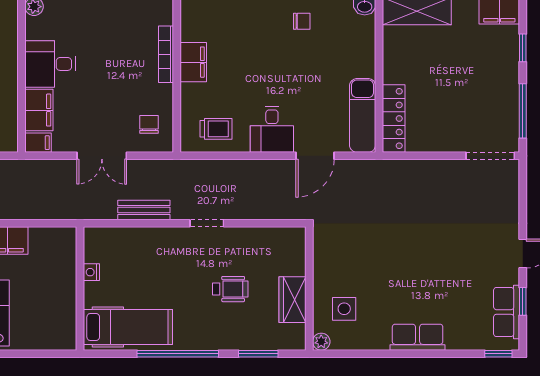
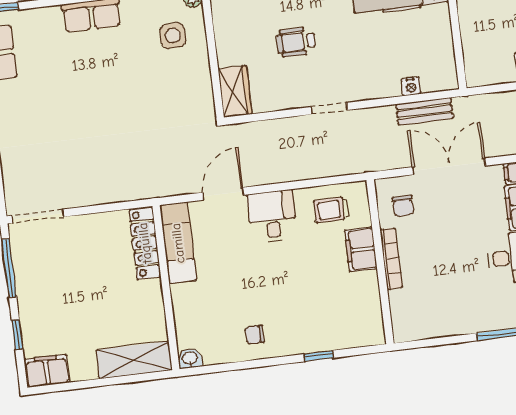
bookcase: (166, 54) -> (391, 259), moved
filing cabinet: (193, 62) -> (361, 249), moved
double door: (102, 156) -> (449, 166), width x1.37
bench: (144, 210) -> (425, 111), moved
nightstand: (91, 272) -> (411, 86), moved, turned 90
wardrobe: (293, 300) -> (235, 92), moved

